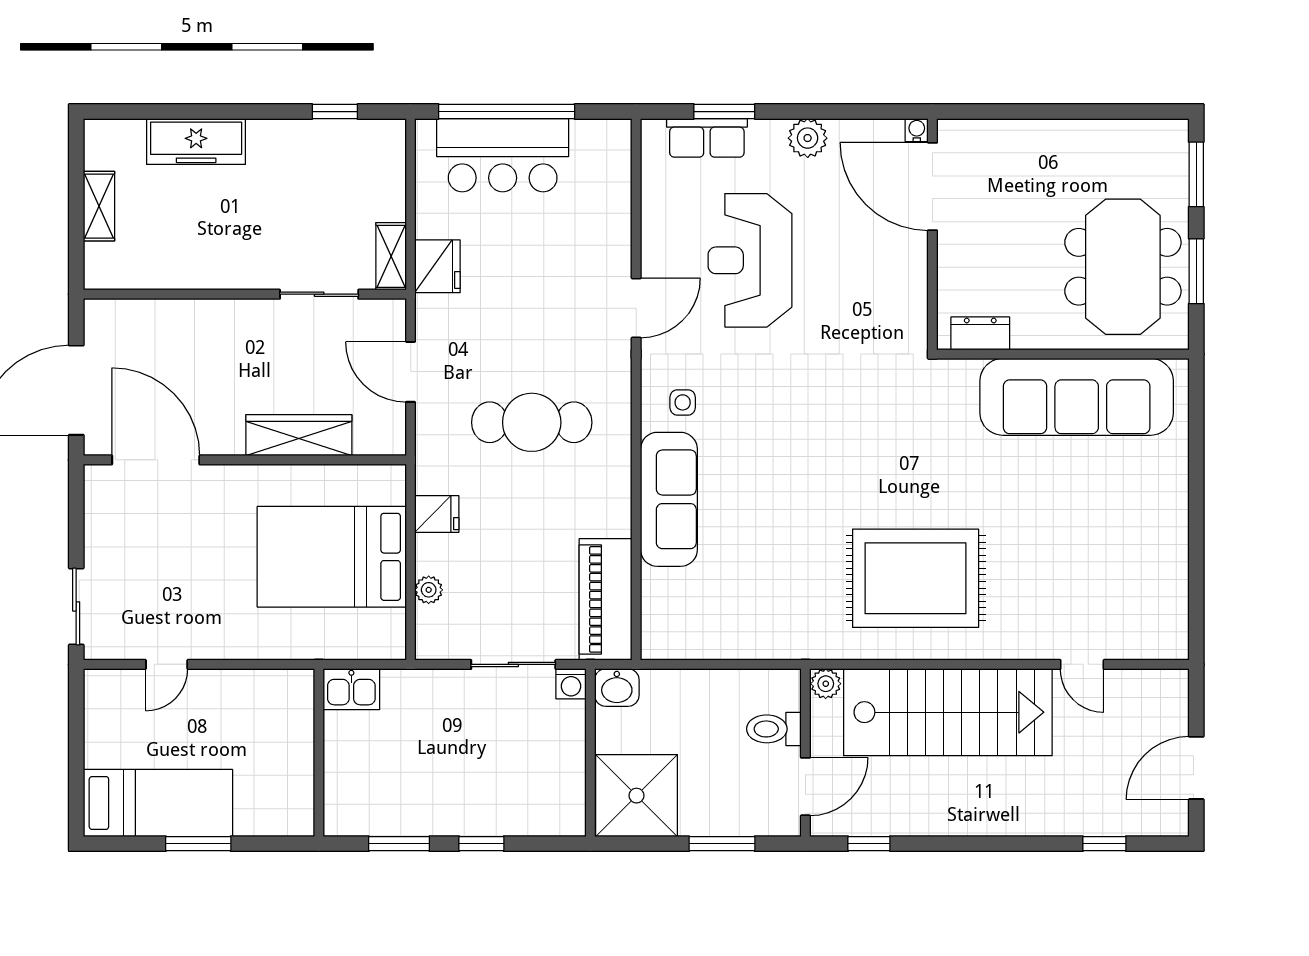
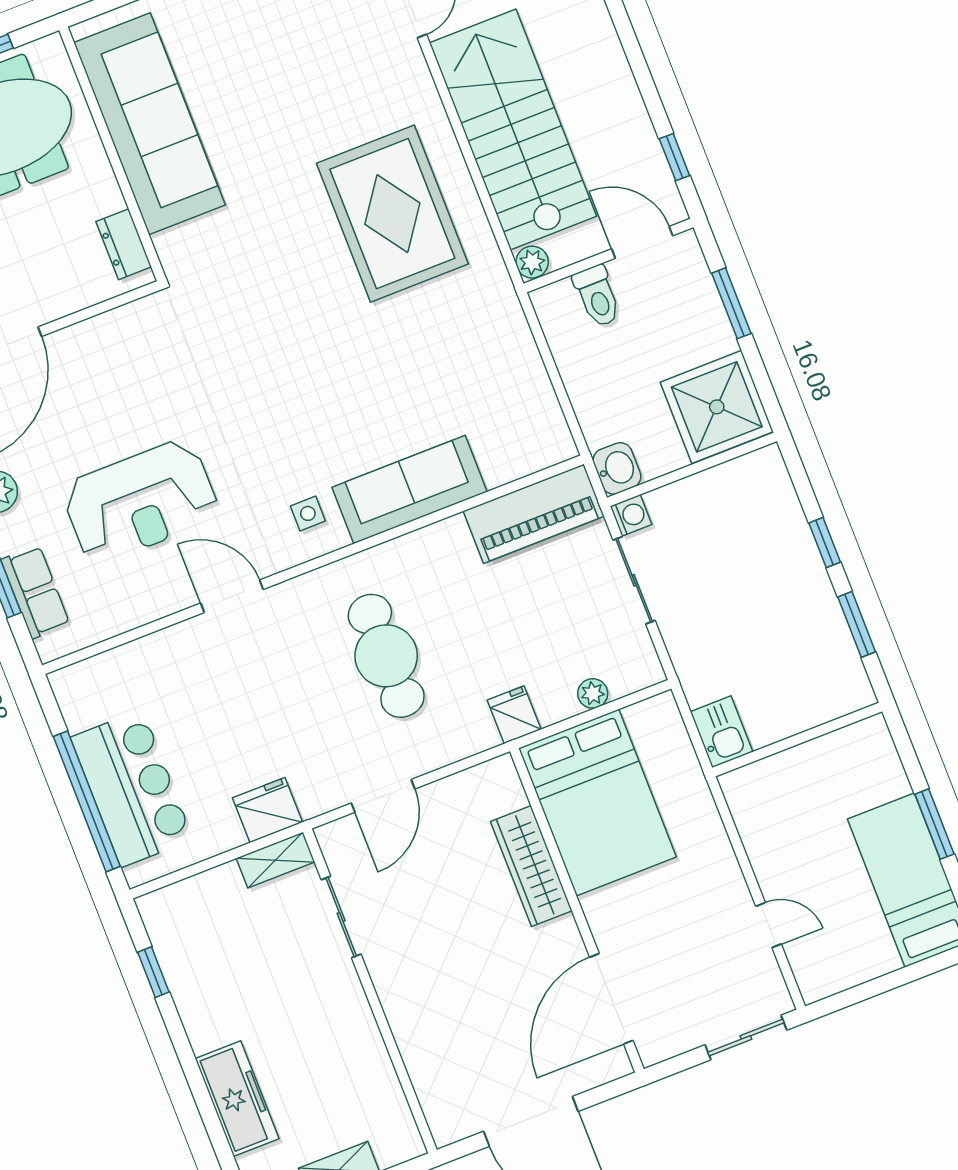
wardrobe: (299, 435) -> (531, 866), moved
door: (156, 460) -> (611, 999), moved
wall: (245, 460) -> (577, 910), moved

